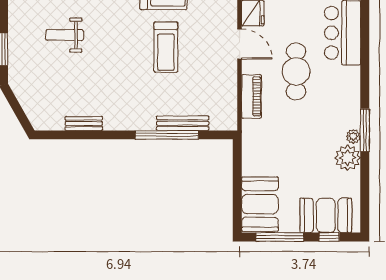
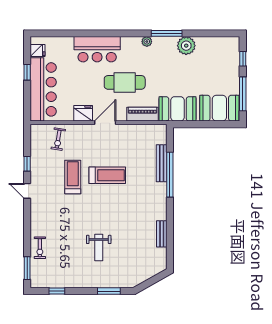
plant: (353, 136) -> (147, 42), moved
booth: (326, 215) -> (178, 109), moved, turned 90

